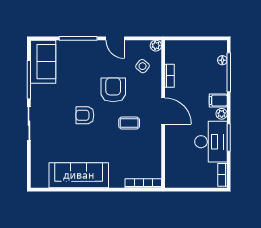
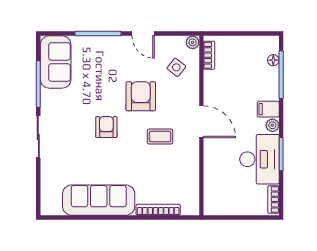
bookcase: (169, 76) -> (209, 55), moved
armchair: (85, 115) -> (106, 127), turned 90
bookcase: (143, 183) -> (158, 210), moved

